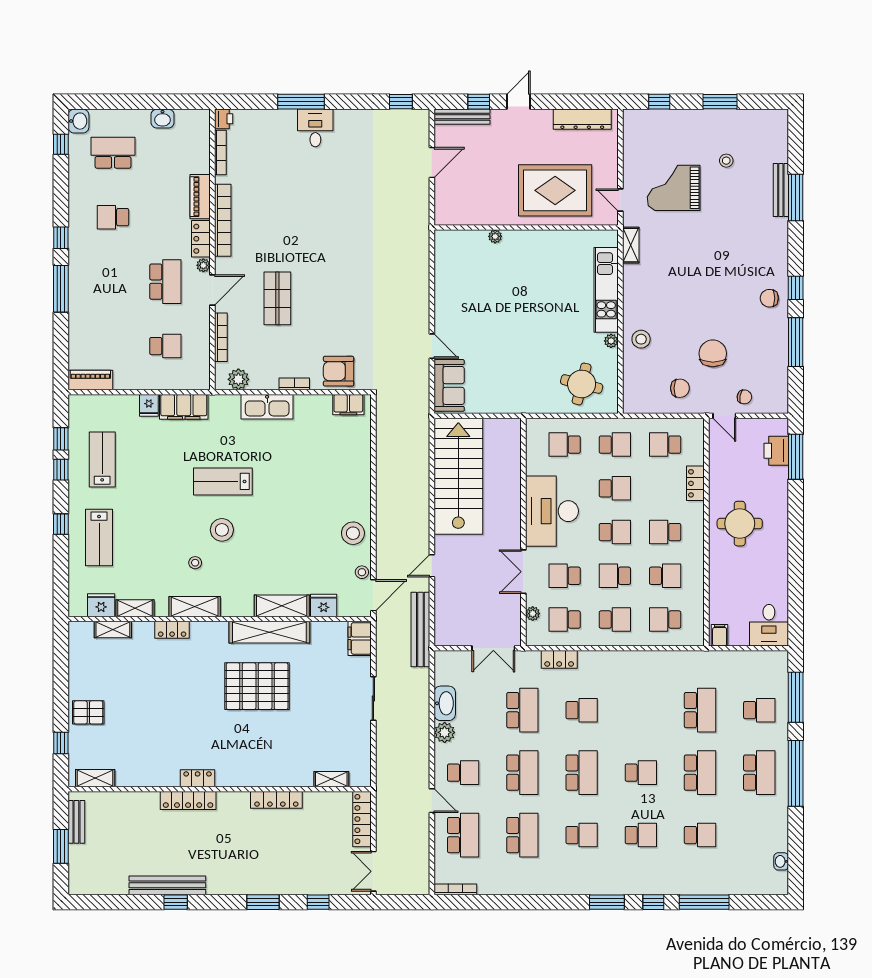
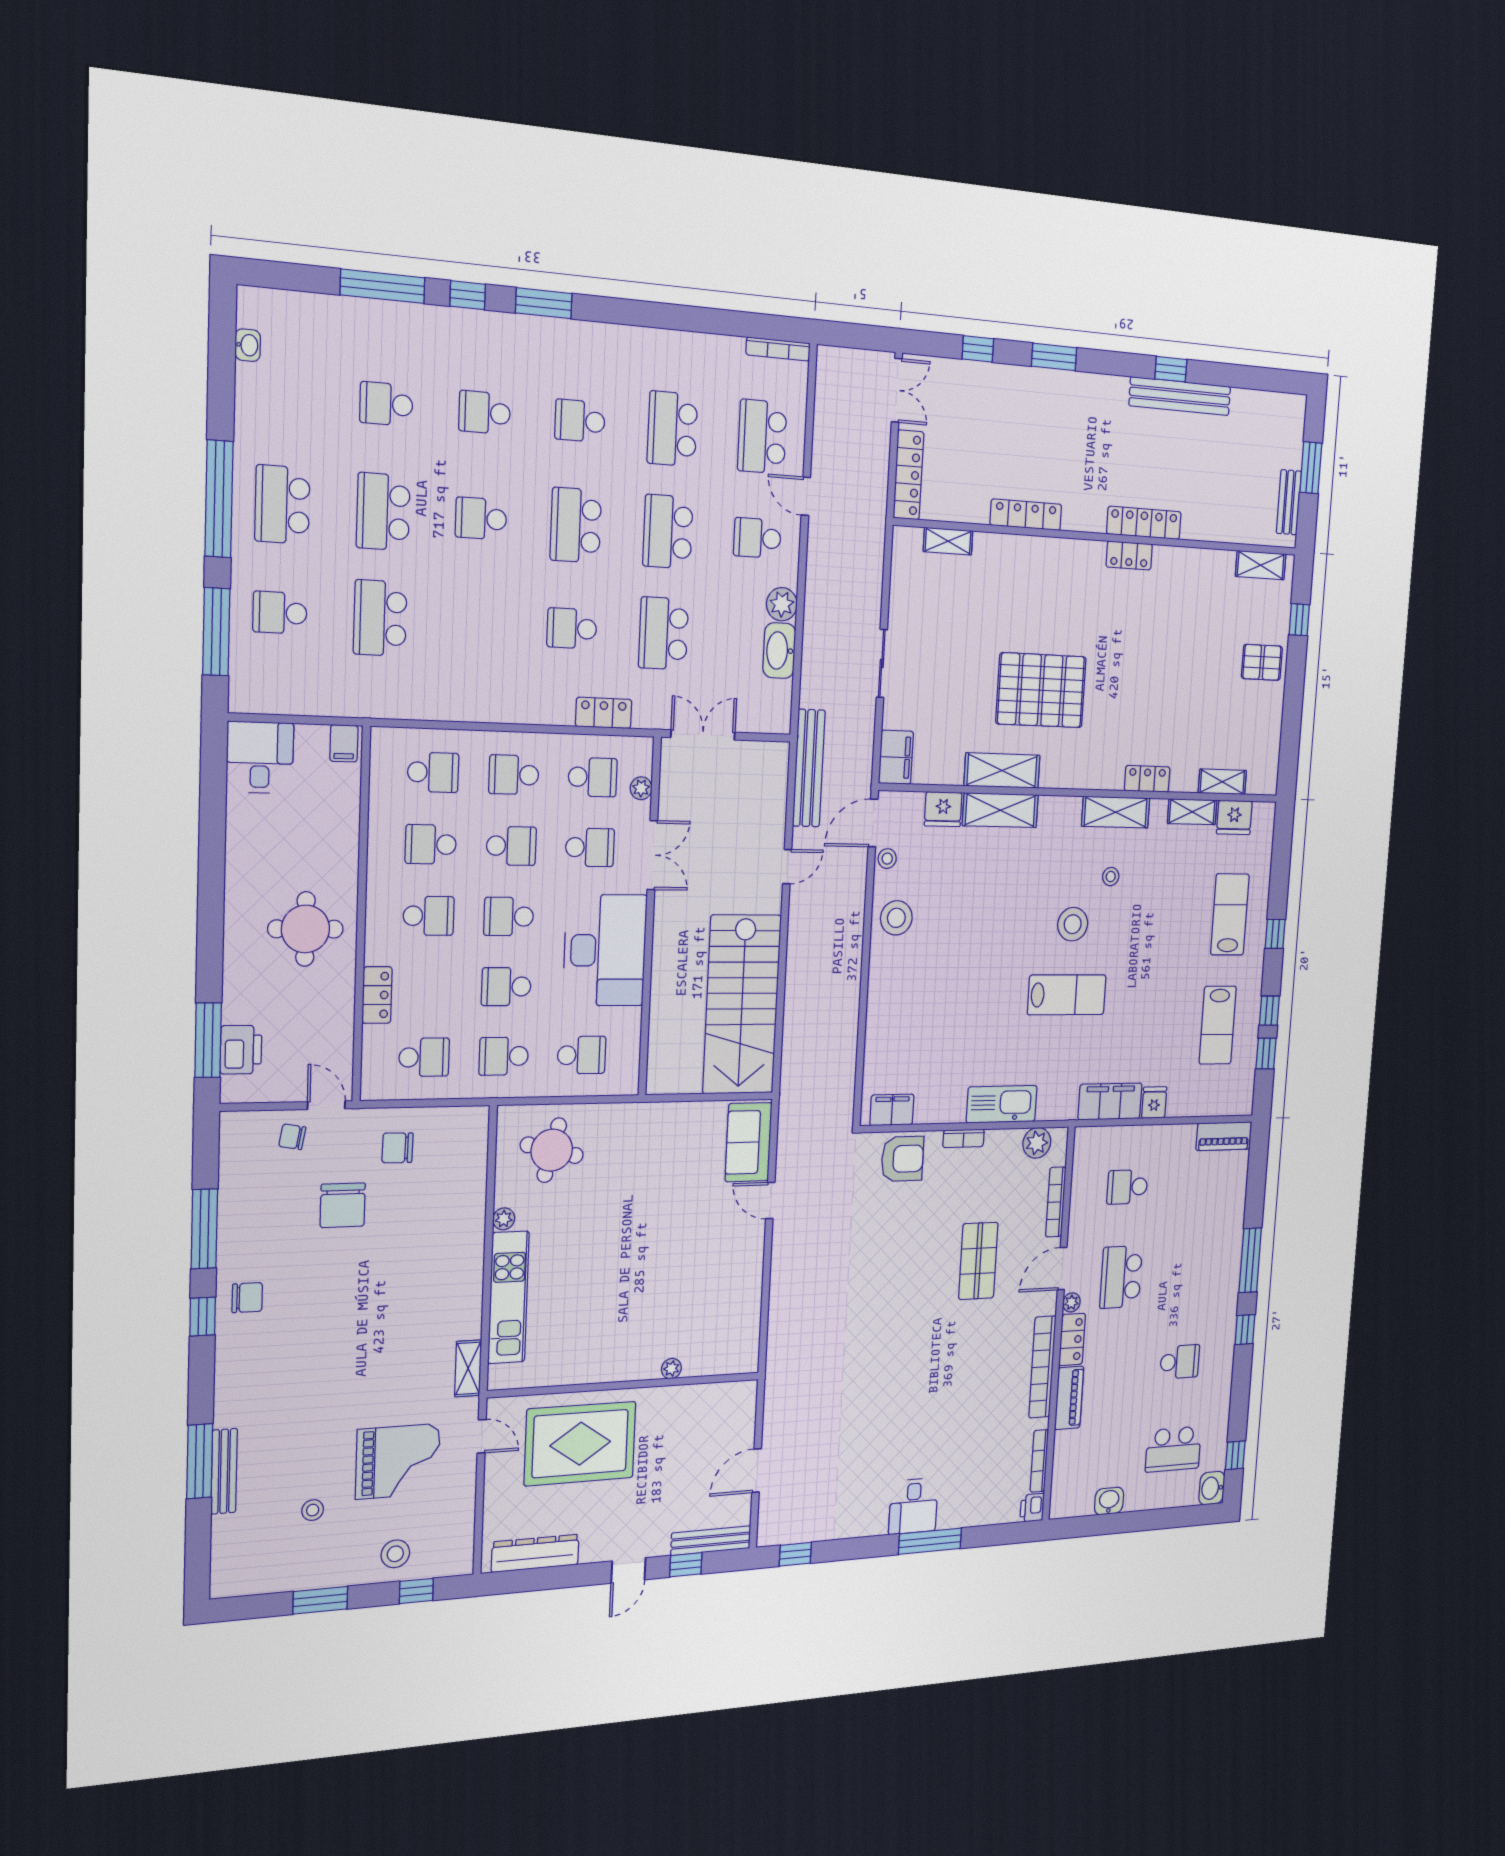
stool: (641, 339) -> (395, 1554), moved
shelving: (269, 632) -> (1002, 771), width x0.68

